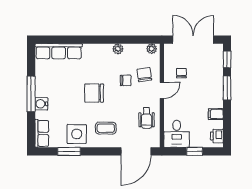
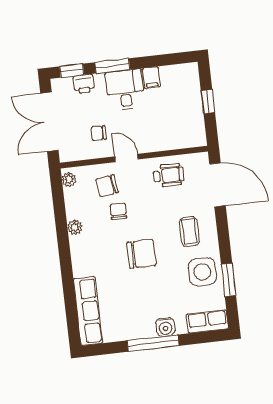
chair: (94, 93) -> (141, 254), turned -90
desk: (177, 134) -> (125, 90), moved, turned -90
printer: (217, 136) -> (84, 84), moved

